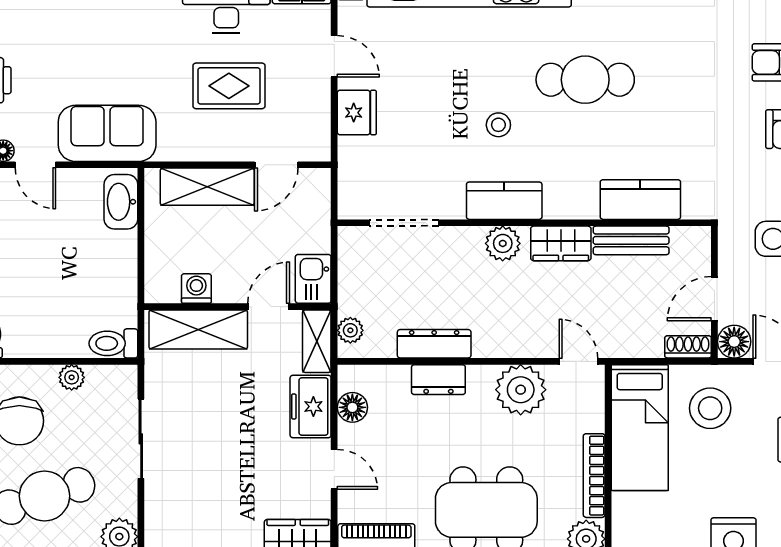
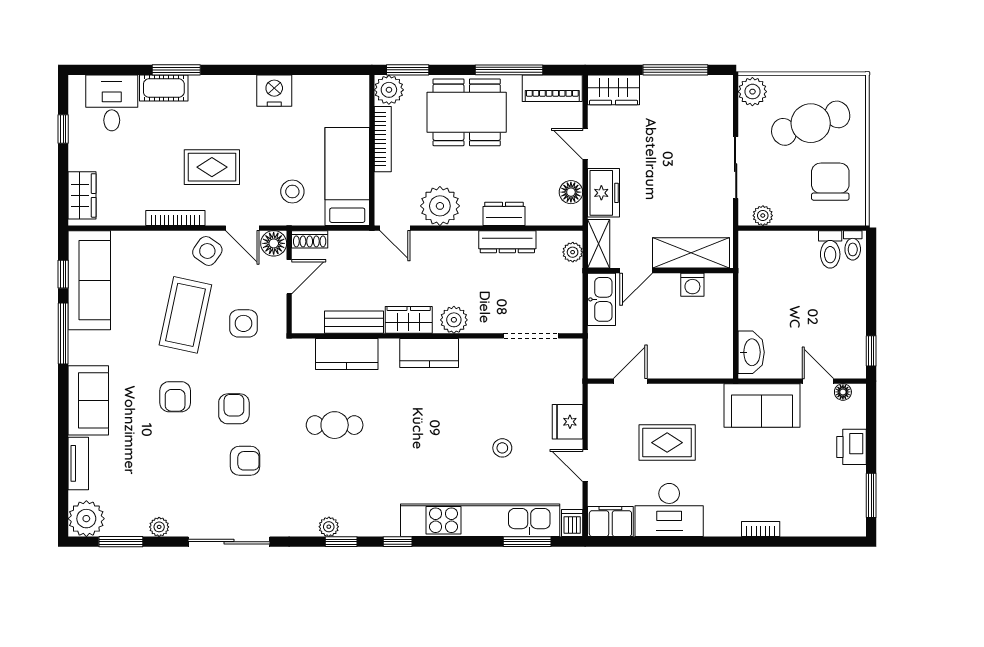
cafe table: (585, 80) -> (335, 425), moved, width x0.73, depth x0.74
stool: (498, 125) -> (502, 448), moved
shelving: (207, 187) -> (684, 364), removed
kitchen counter: (504, 201) -> (429, 353), moved
kitchen sink: (313, 279) -> (601, 299), width x1.38
toilet: (113, 343) -> (830, 249), moved, turned 90
plant: (72, 377) -> (763, 216), moved
stool: (710, 408) -> (292, 192), width x0.73, depth x0.73

